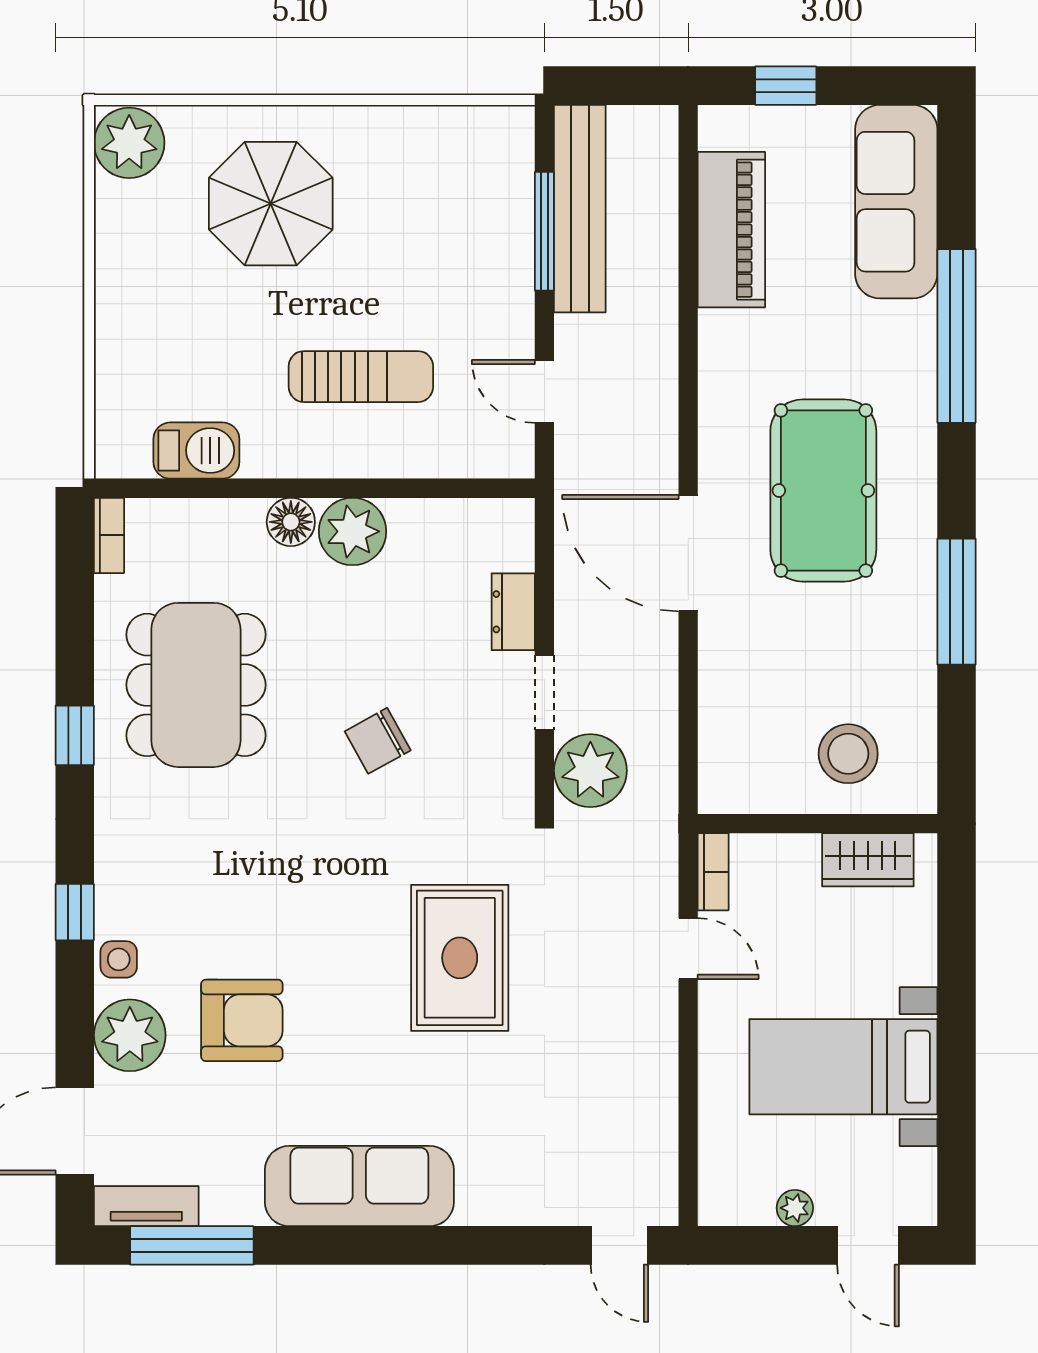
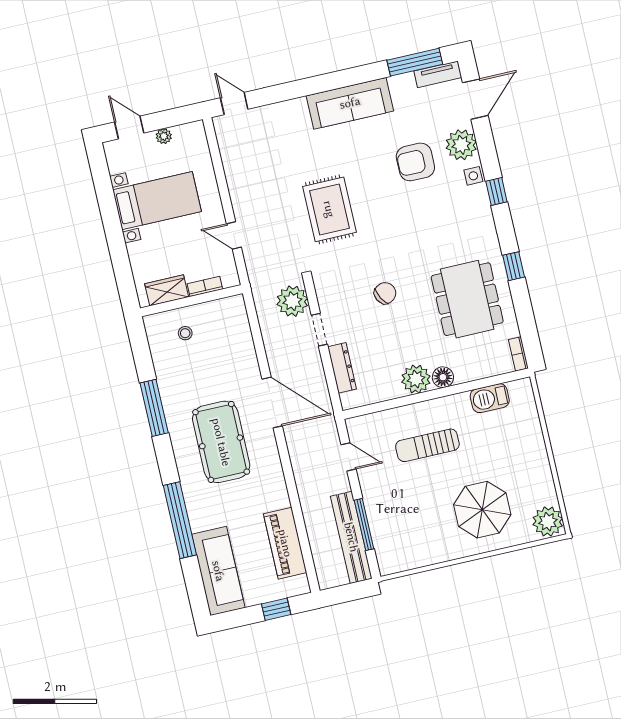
dresser: (513, 612) -> (342, 368), width x1.44
stool: (848, 754) -> (185, 333), width x0.53, depth x0.53
bookcase: (713, 872) -> (205, 286), moved, turned 90

